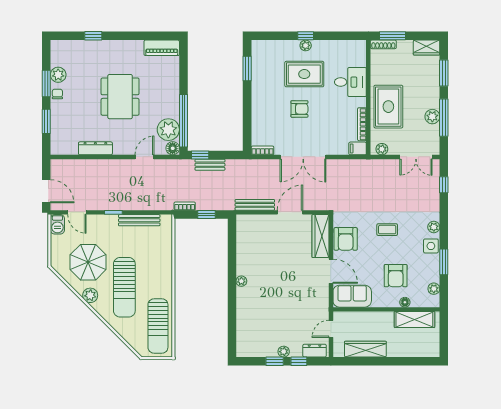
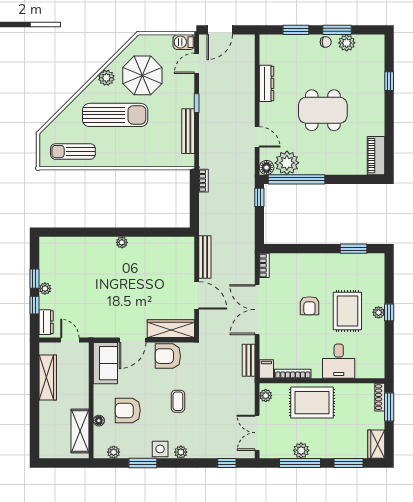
bench: (210, 165) -> (249, 360), moved
window: (206, 214) -> (194, 204), removed
sun lounger: (124, 287) -> (115, 115), turned 180
sun lounger: (158, 326) -> (73, 152), width x0.73, depth x0.75

